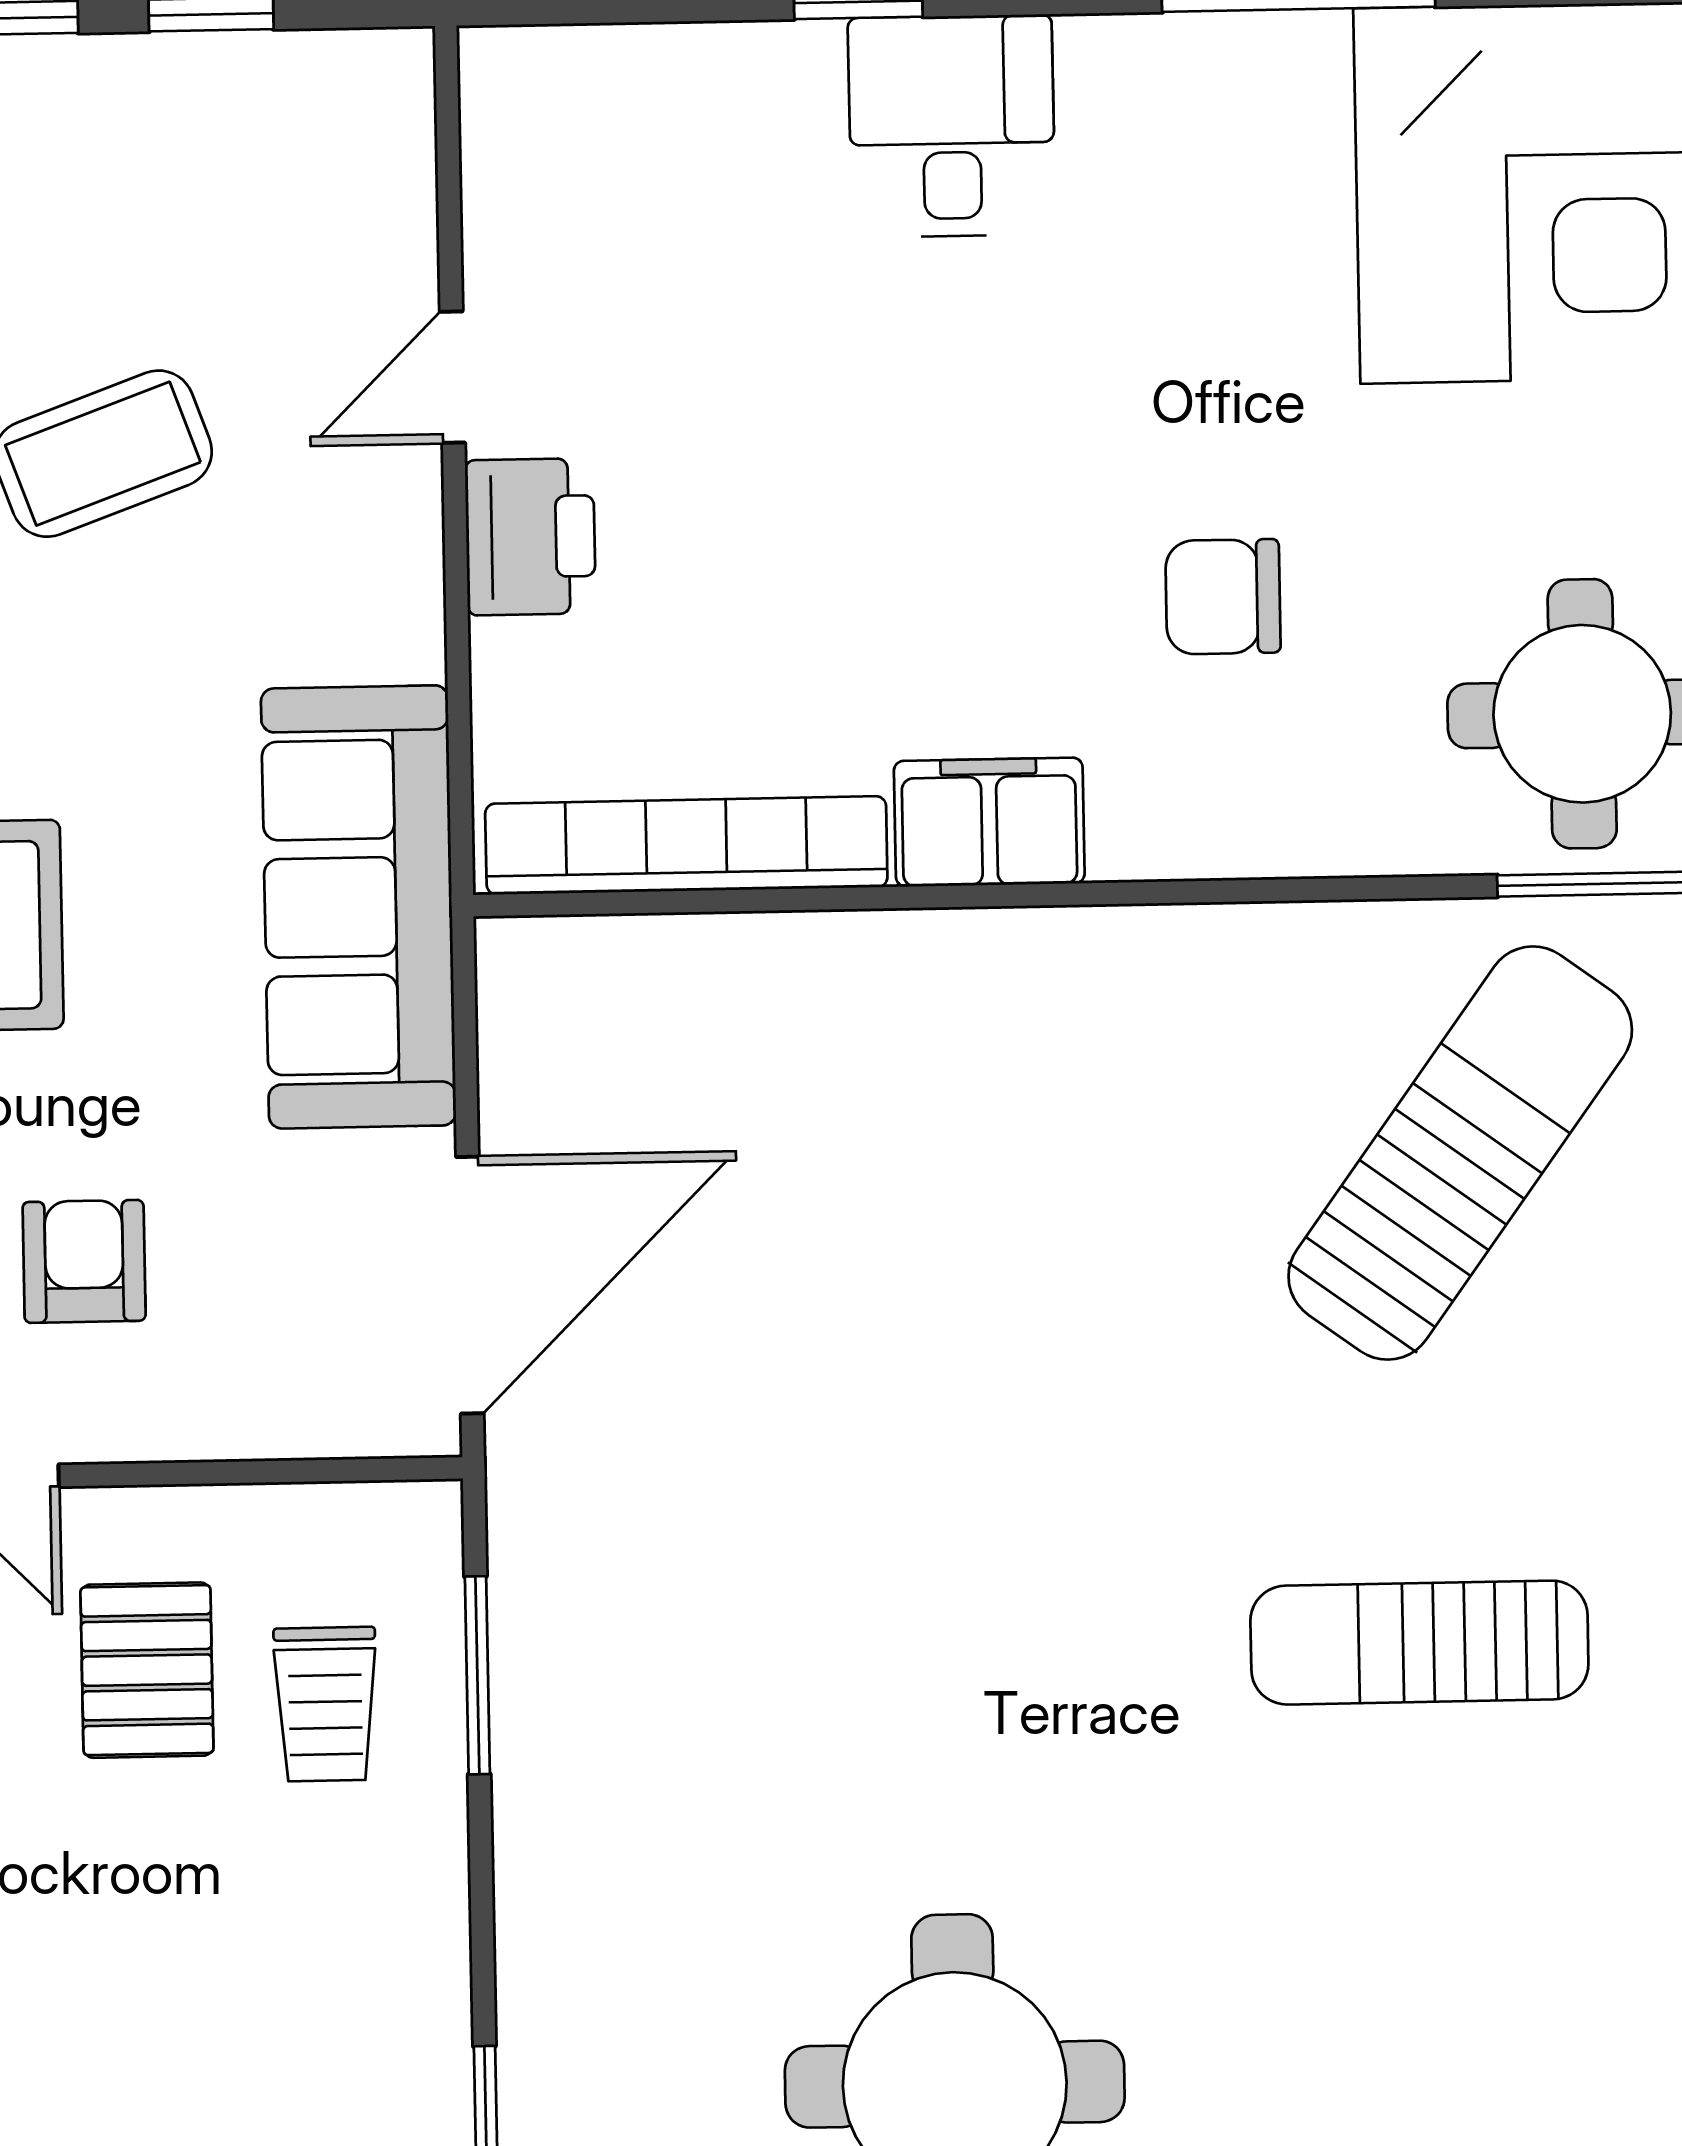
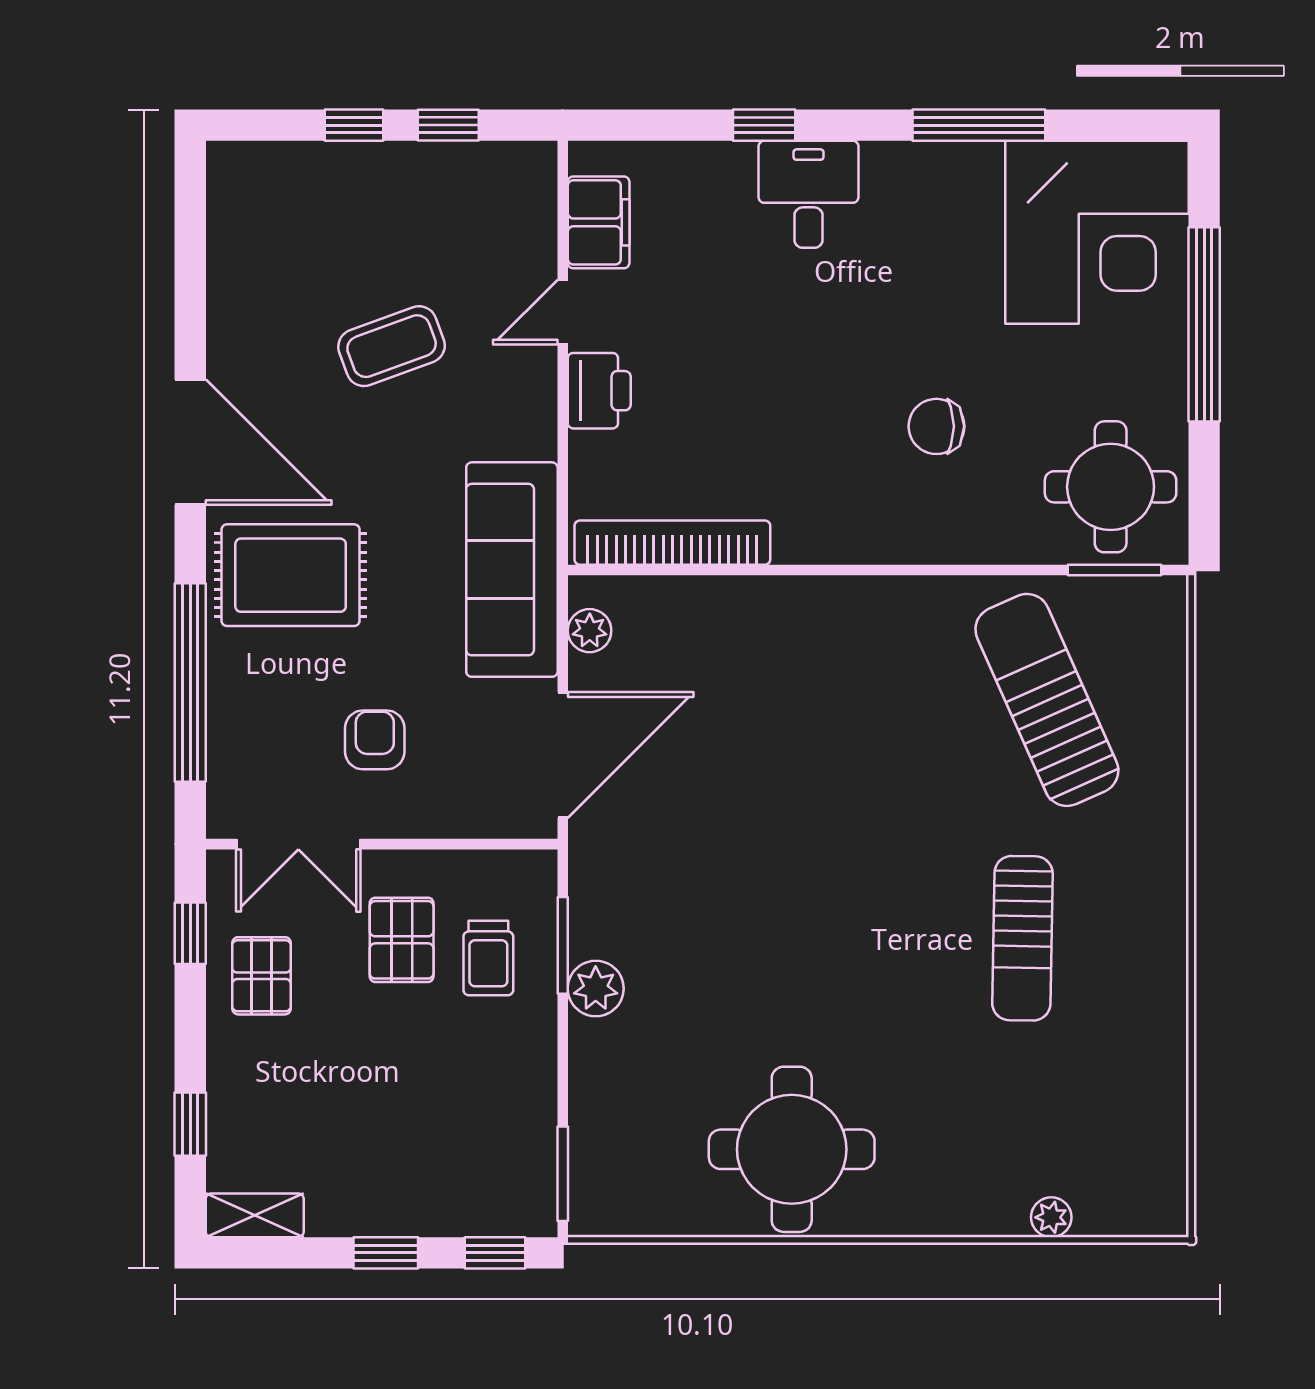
filing cabinet: (989, 822) -> (599, 222), moved, turned 90
plant: (520, 1029) -> (590, 631), added
sun lounger: (1460, 1153) -> (1047, 700), turned -60
sun lounger: (1419, 1643) -> (1022, 938), turned -89
plant: (547, 1762) -> (596, 989), added

